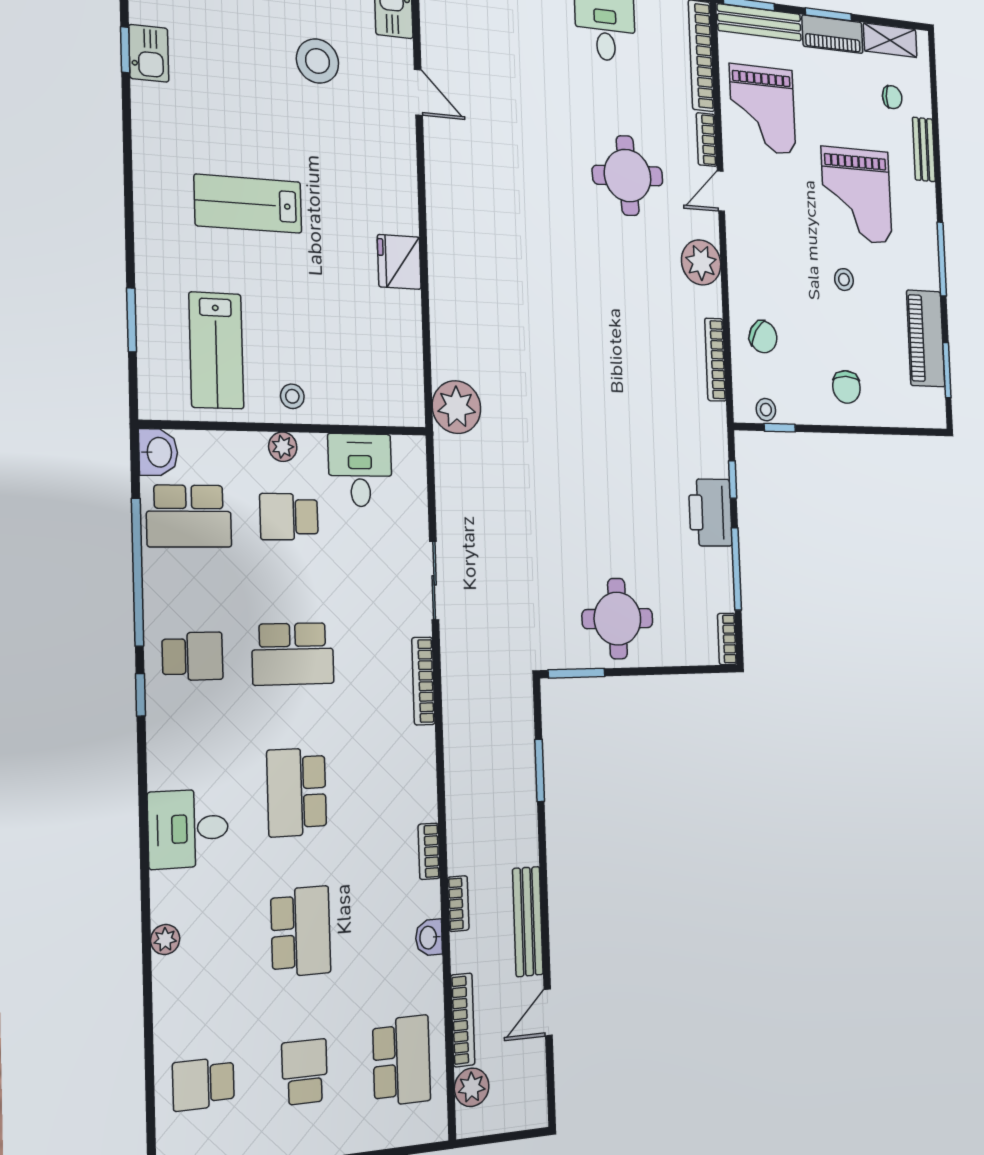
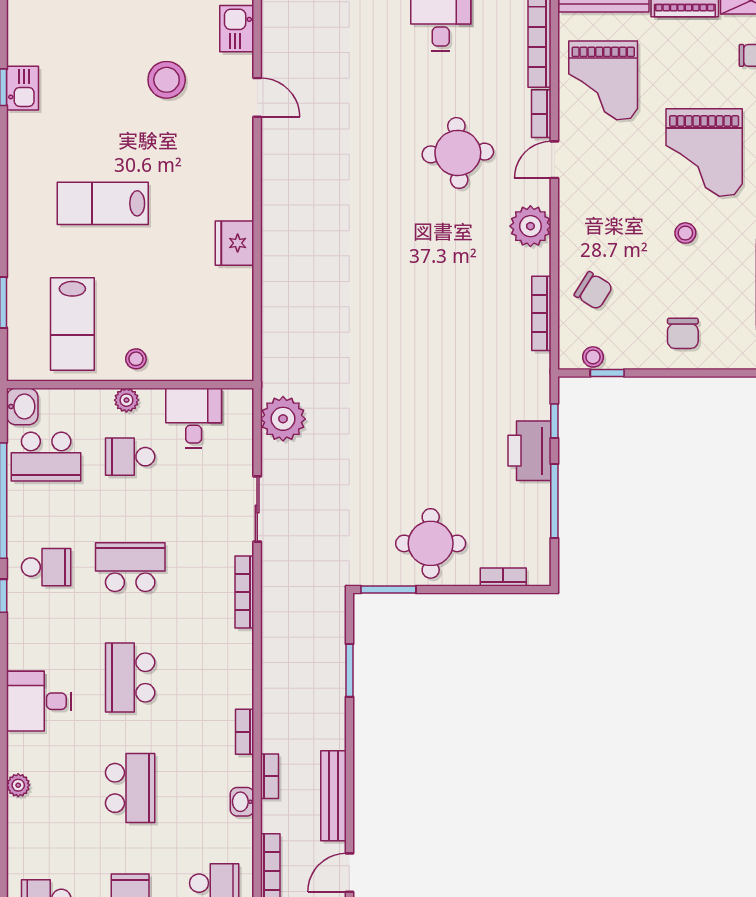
plant: (457, 407) -> (283, 419), moved
bookcase: (727, 639) -> (503, 577), moved, turned 90
school desk: (293, 654) -> (130, 567), turned 180

